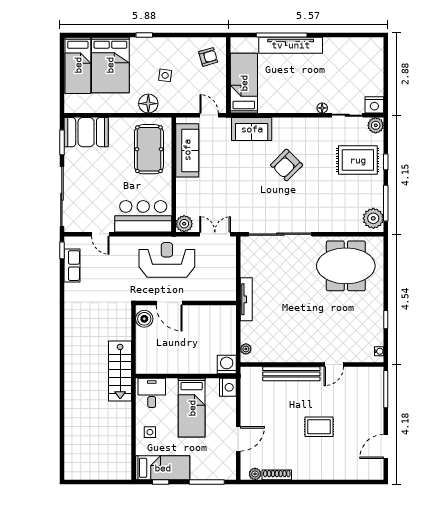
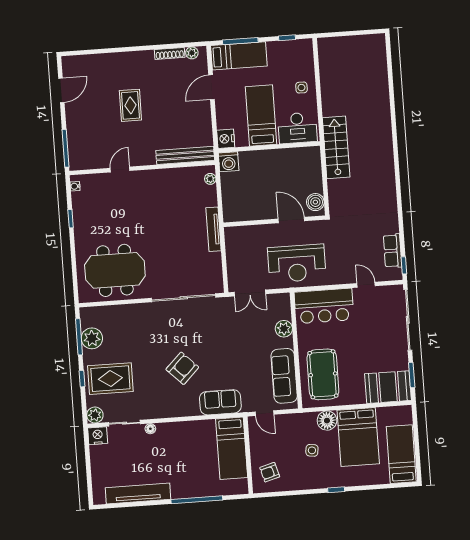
tv unit: (291, 45) -> (138, 494), moved
bed: (110, 65) -> (358, 437), moved, turned 180
plant: (373, 218) -> (92, 338), moved
plant: (184, 224) -> (284, 329), moved
bench: (291, 374) -> (185, 155), moved
desk: (152, 393) -> (297, 128), width x1.37
rug: (319, 427) -> (130, 105), turned 90
bed: (163, 468) -> (239, 56), moved, turned 180

